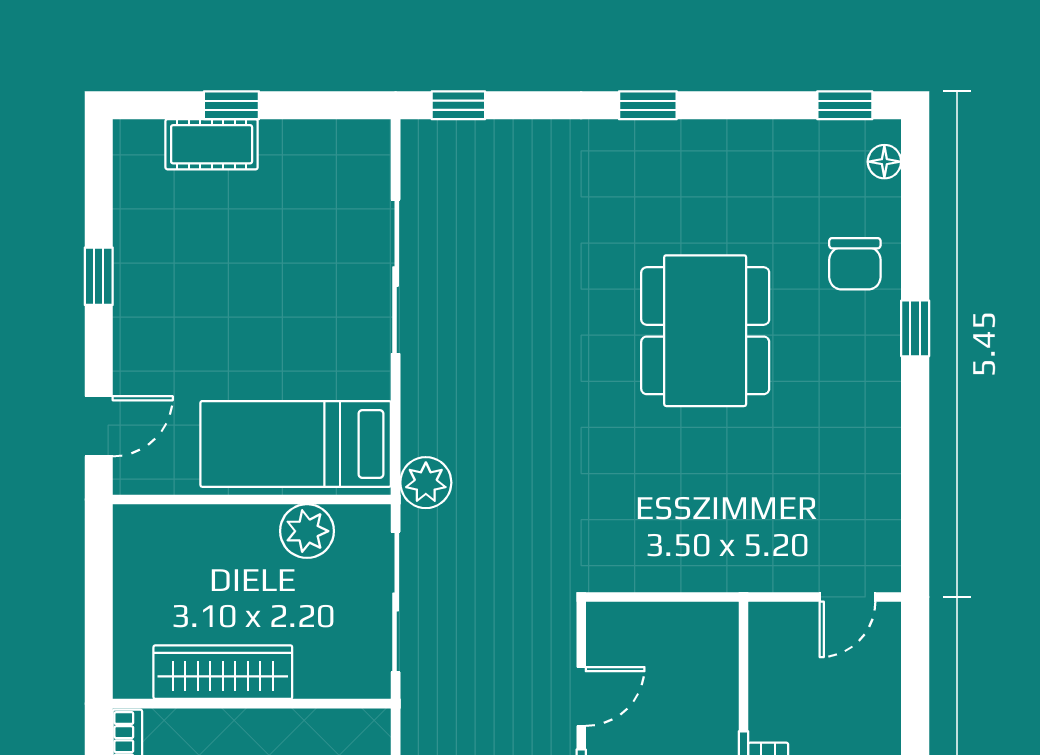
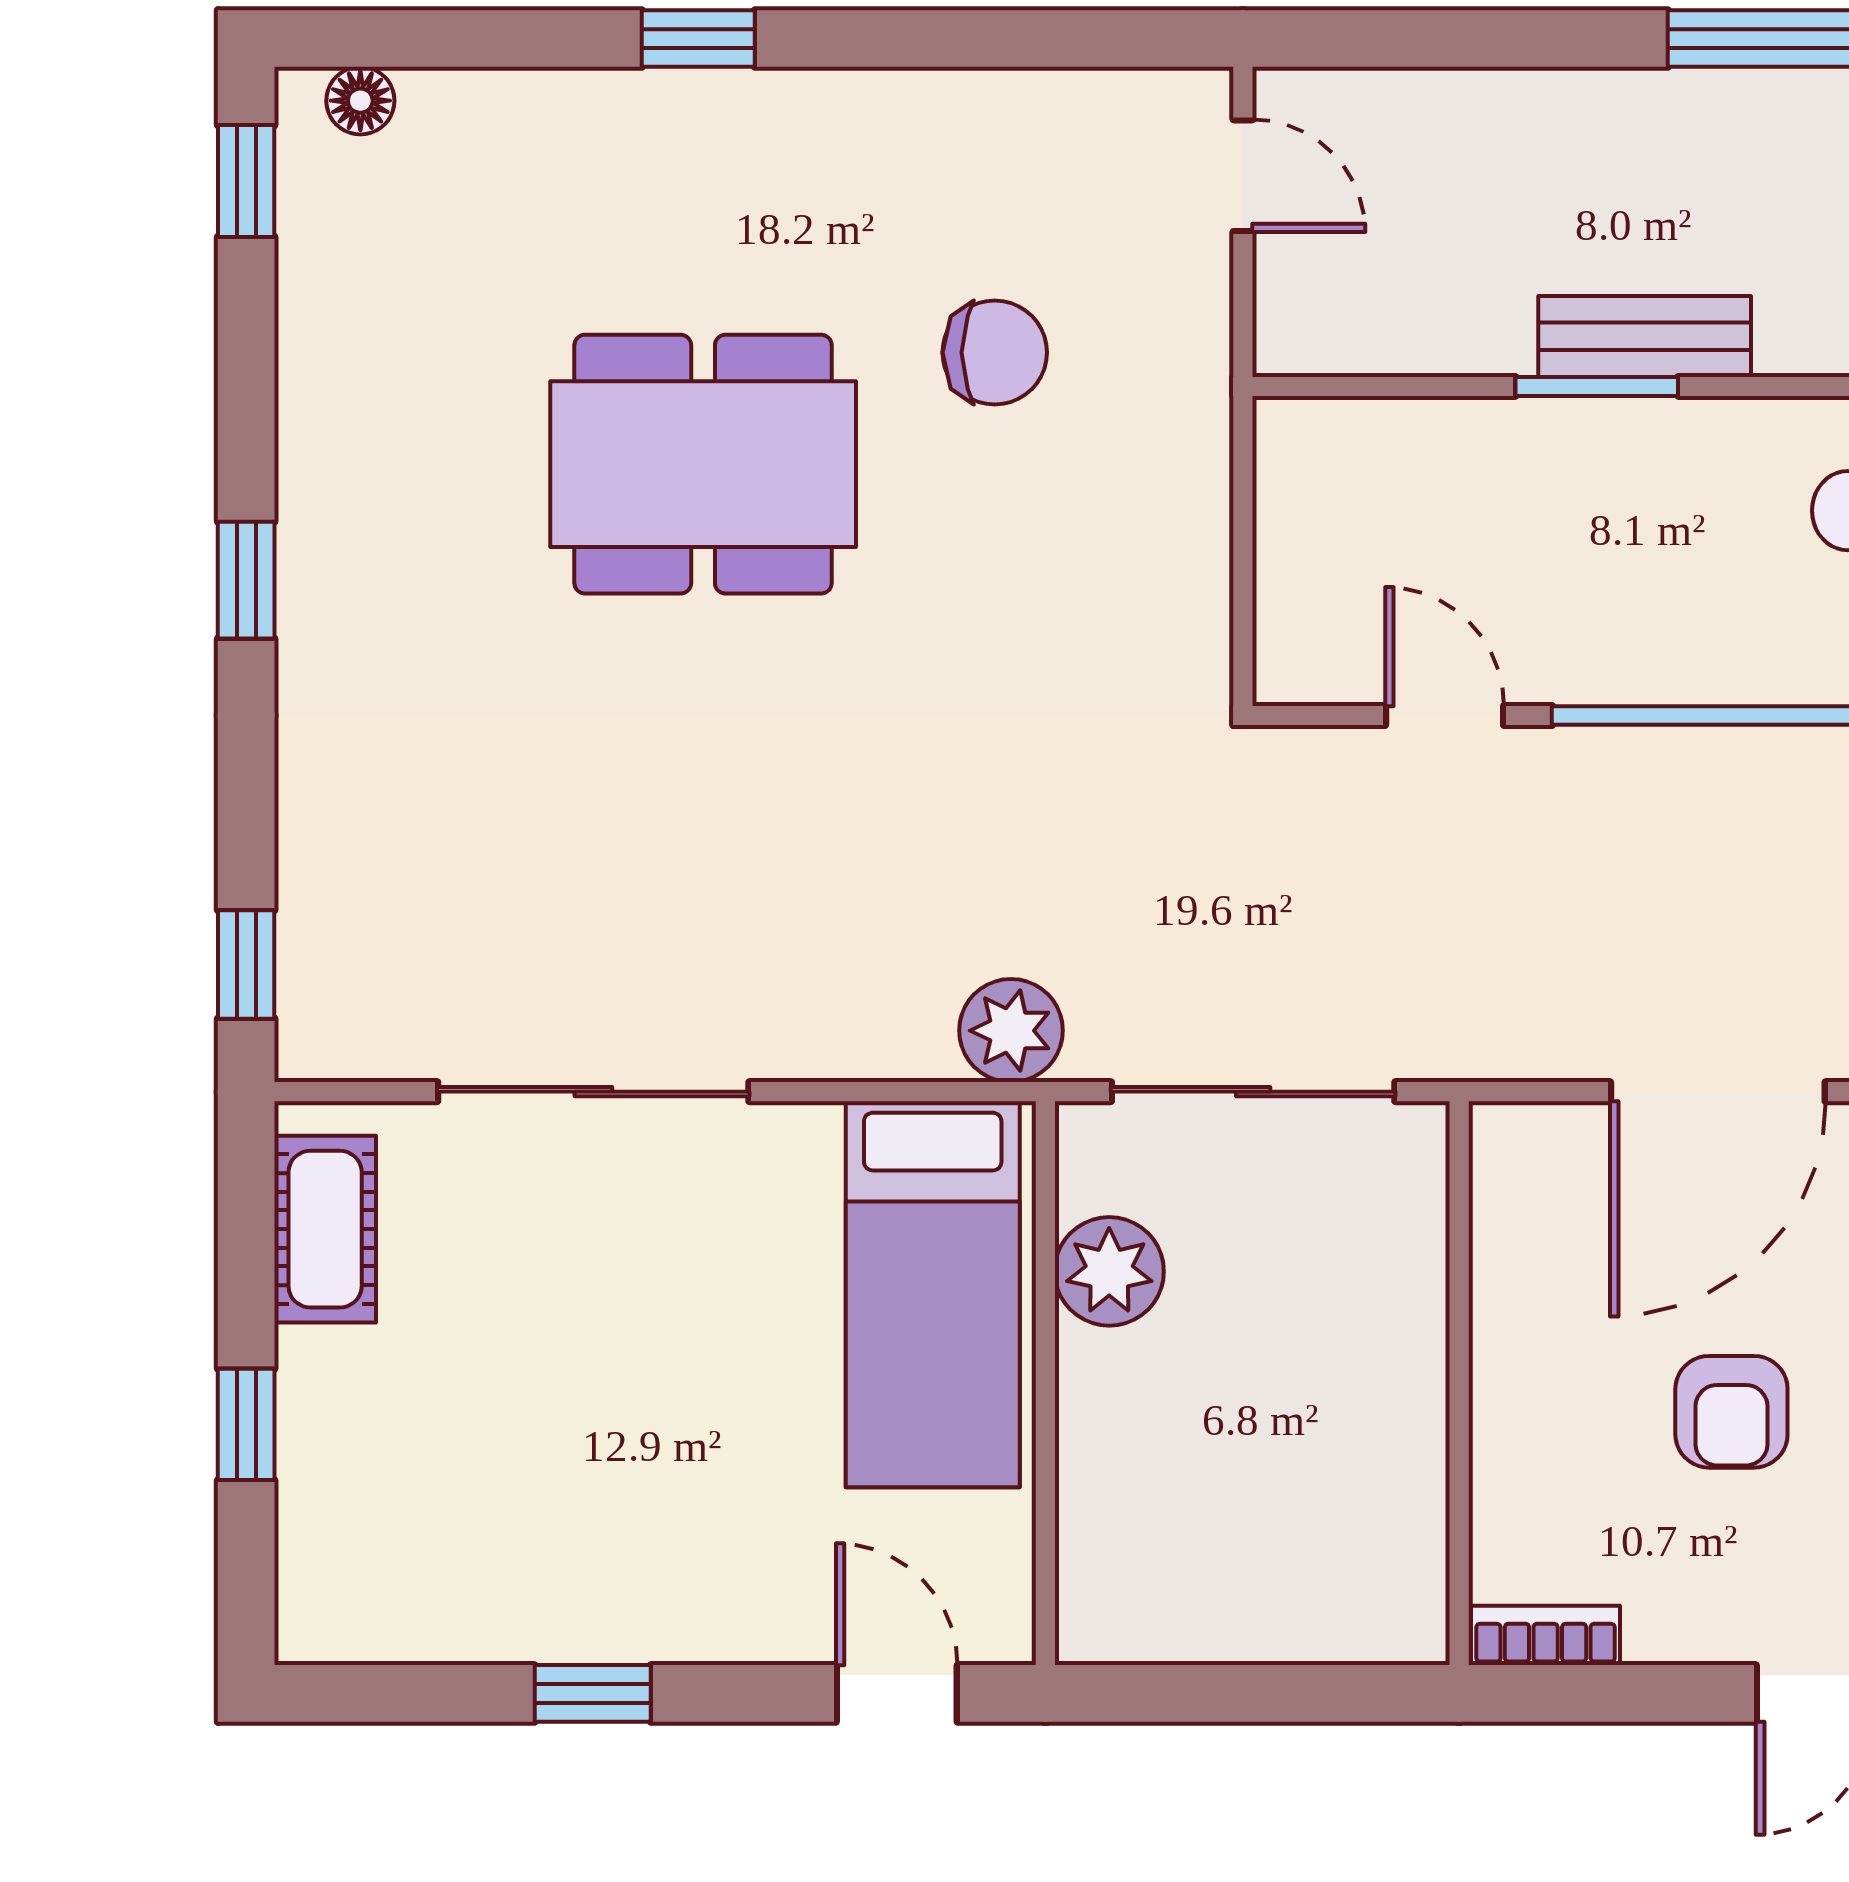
cot: (212, 144) -> (325, 1229), moved
chair: (855, 264) -> (995, 353), moved
wardrobe: (223, 672) -> (1395, 1442), removed

